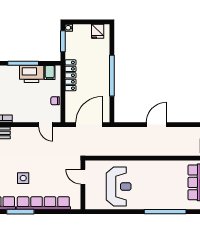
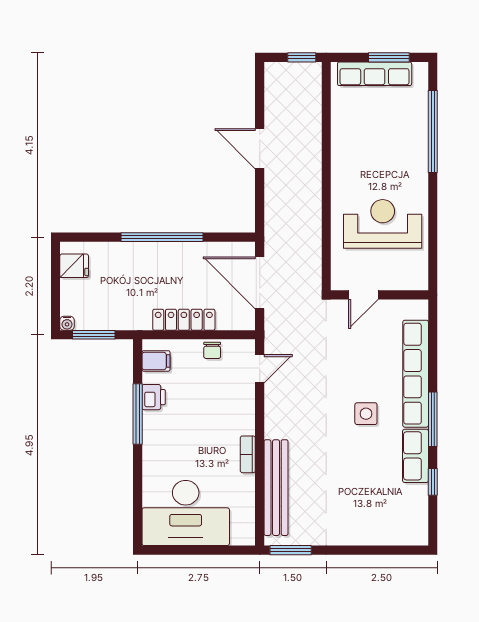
printer: (32, 74) -> (154, 397), width x0.53, depth x0.68
locker: (70, 75) -> (184, 320), moved

